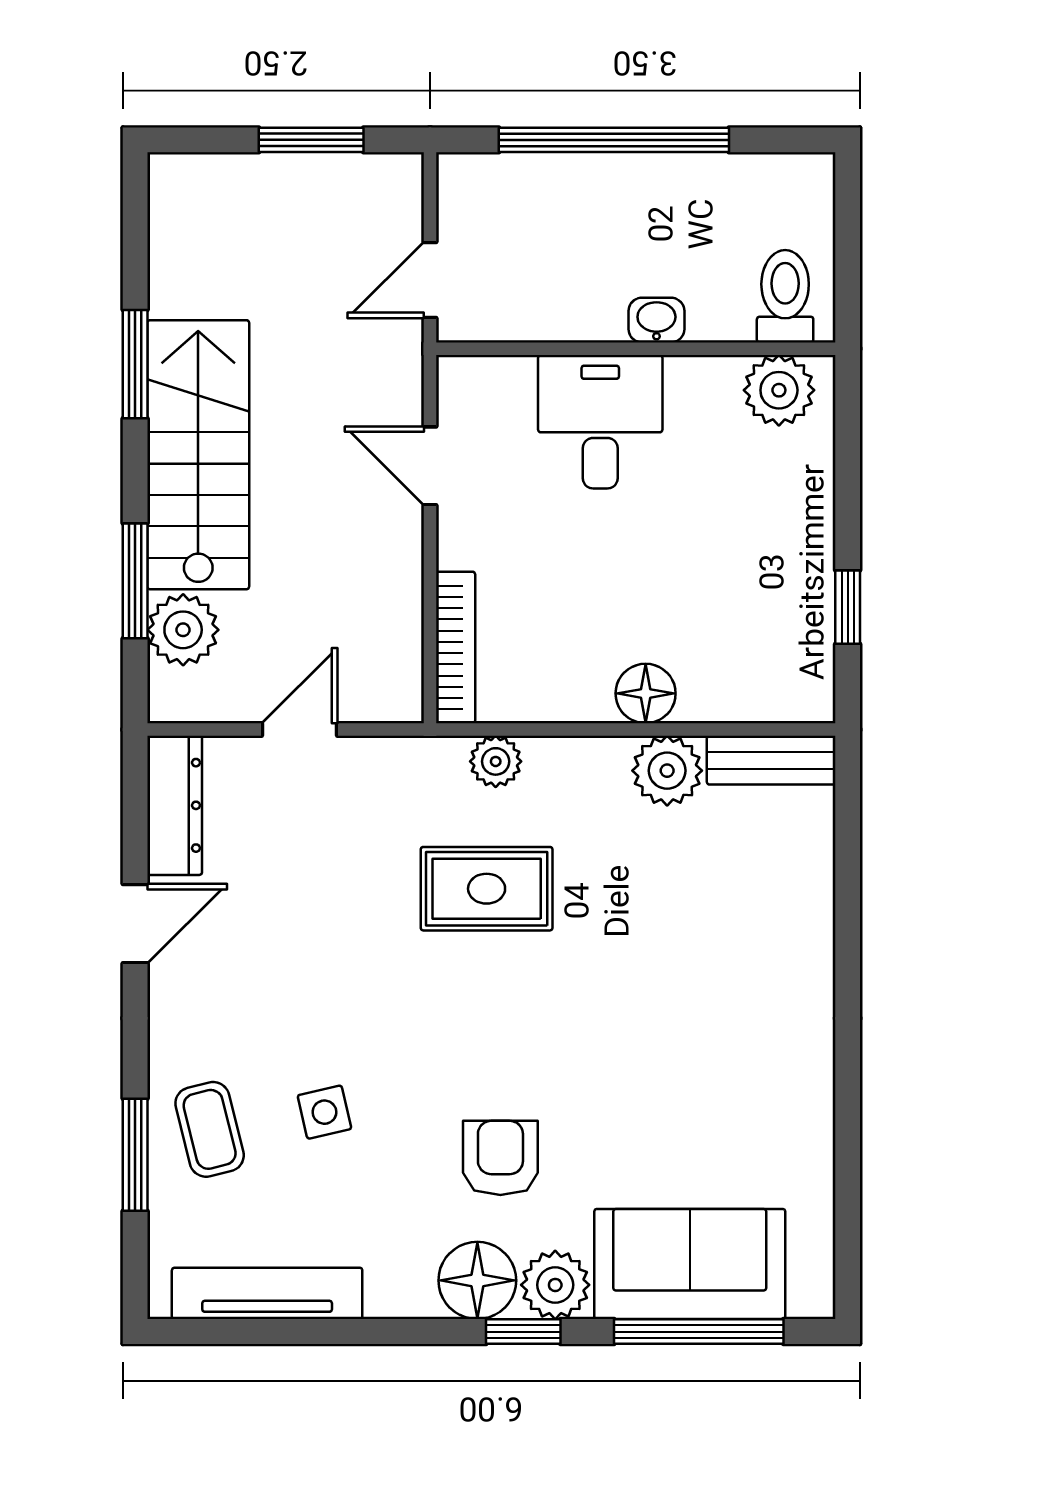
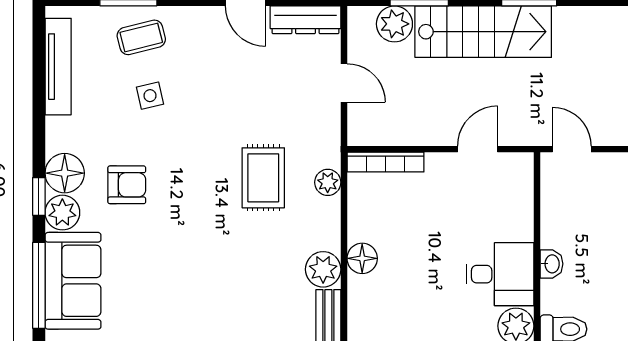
desk: (600, 422) -> (500, 274), moved

